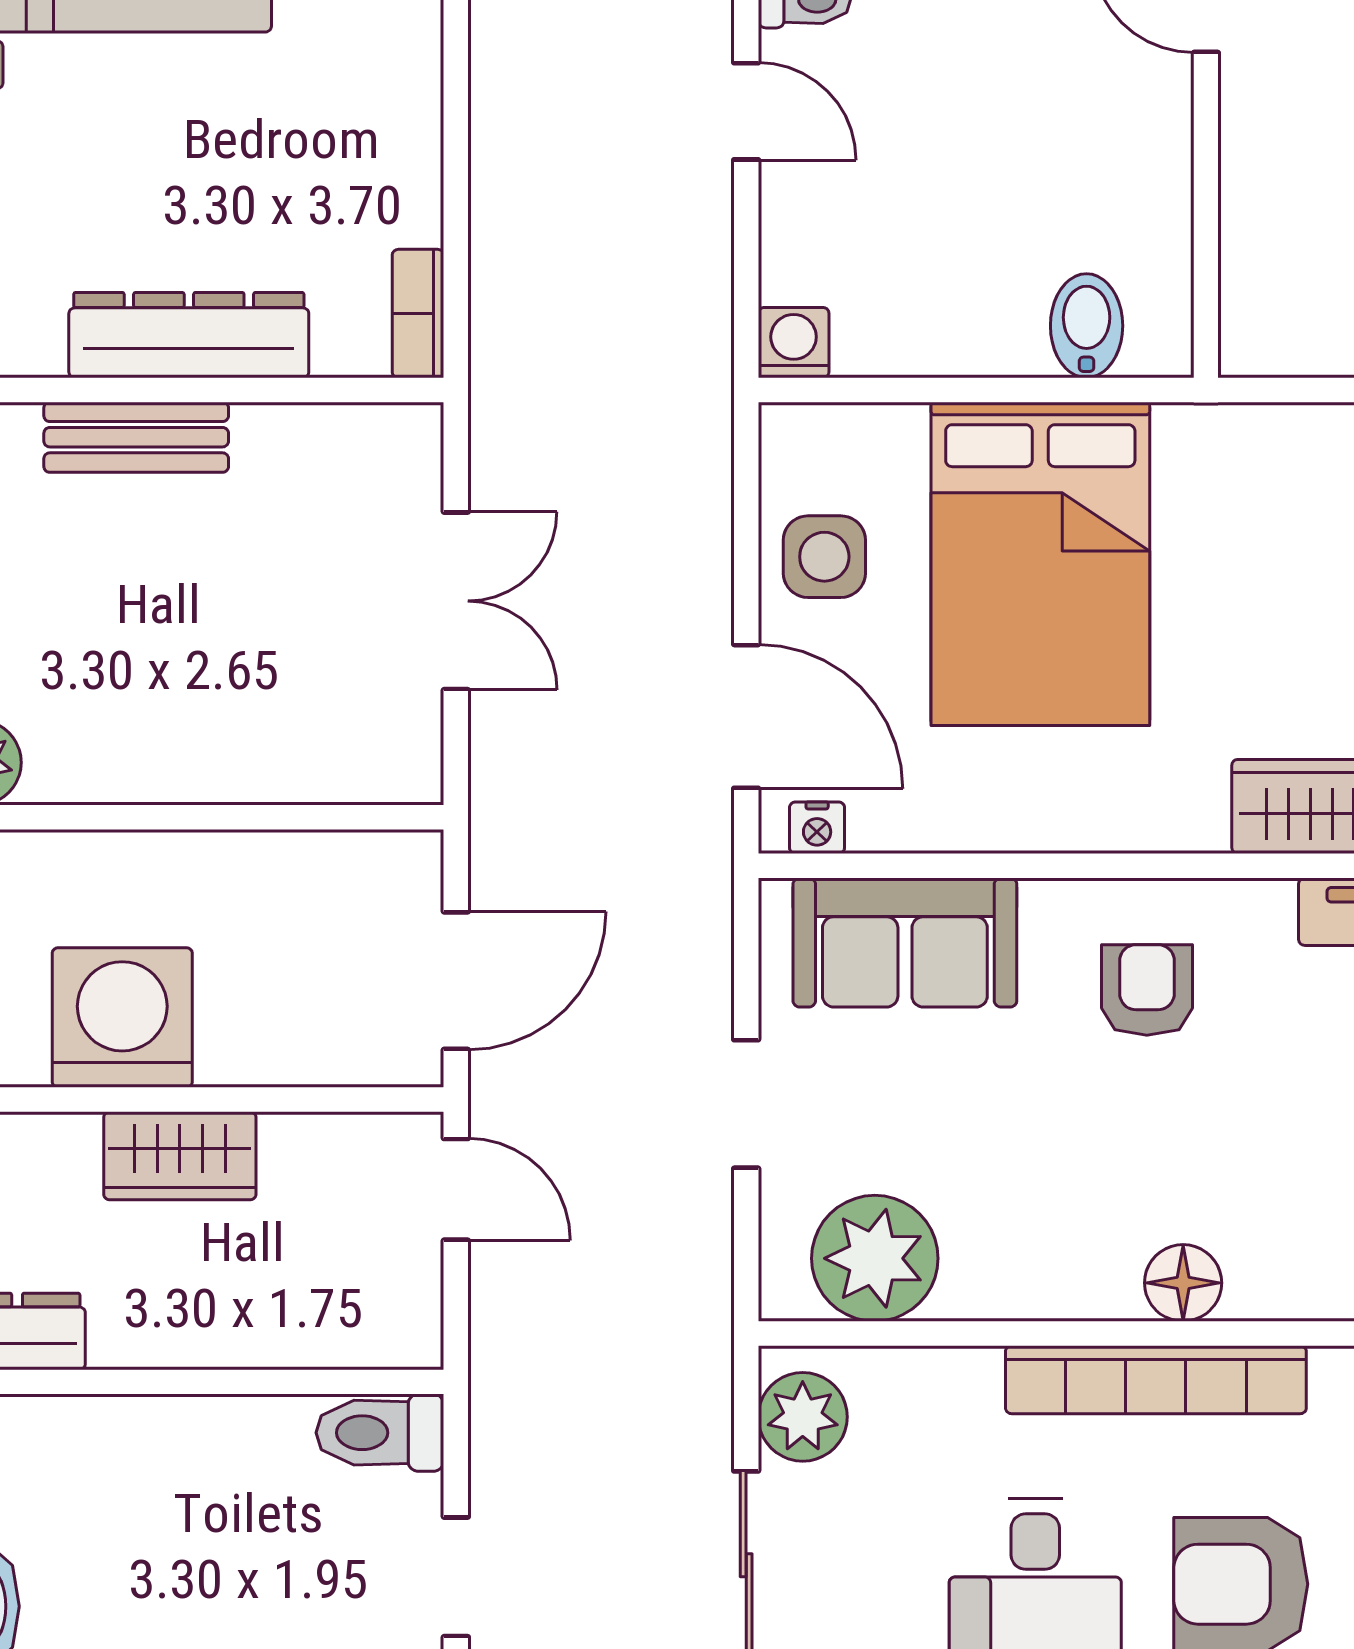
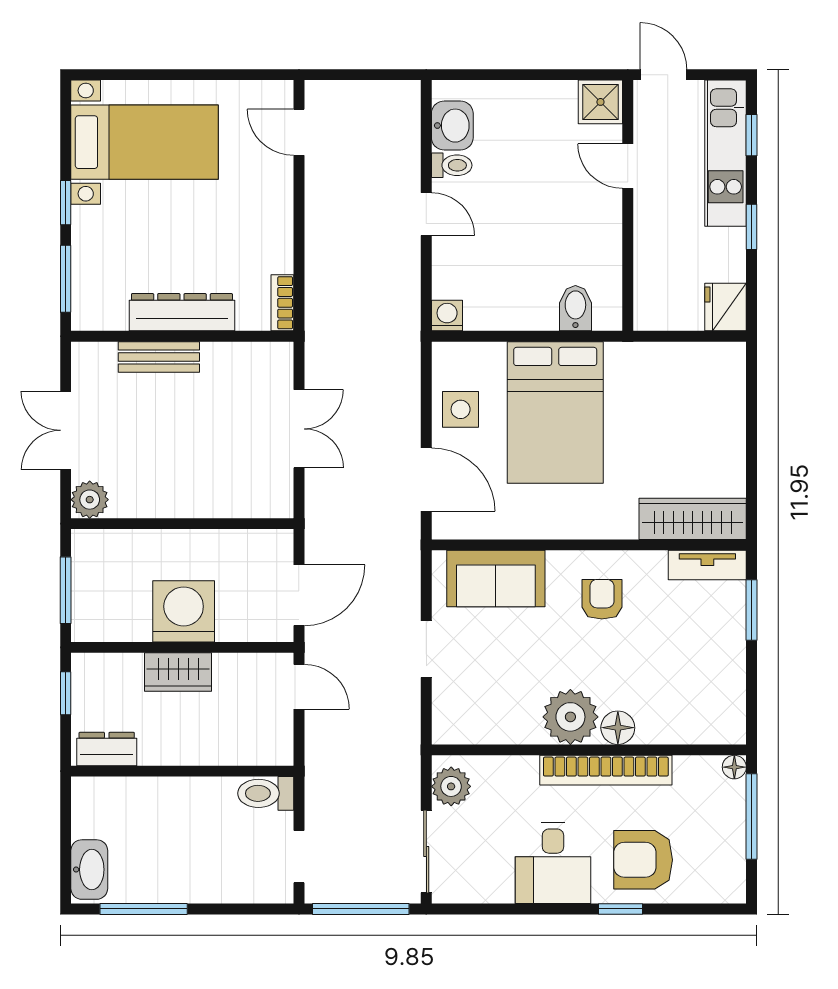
nightstand: (817, 828) -> (457, 528), removed
washing machine: (122, 1018) -> (184, 611), moved
plant: (875, 1258) -> (570, 717), moved

